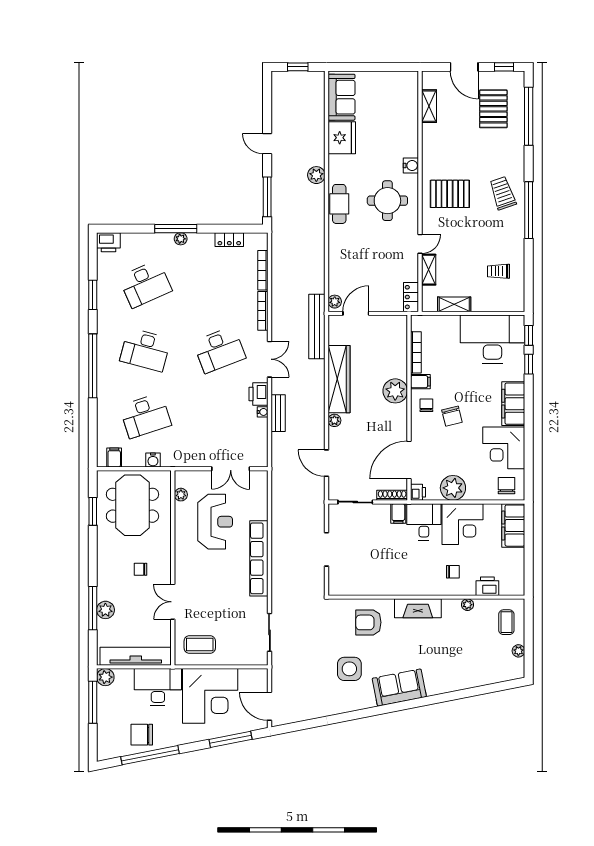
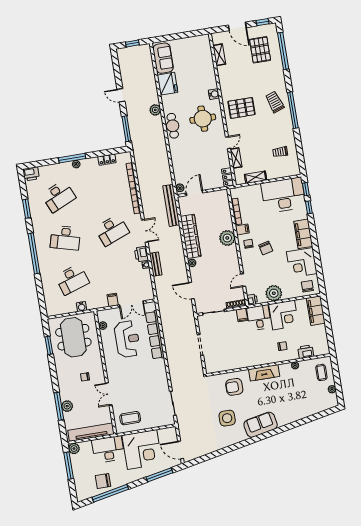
filing cabinet: (114, 457) -> (113, 300), moved
door: (409, 460) -> (243, 280), width x0.53
row of seats: (259, 558) -> (155, 335), moved

